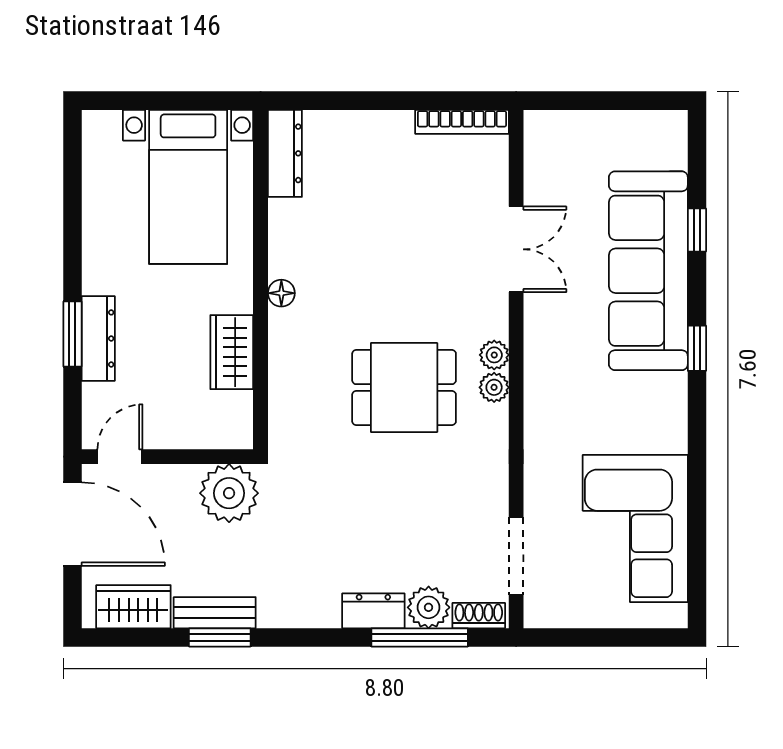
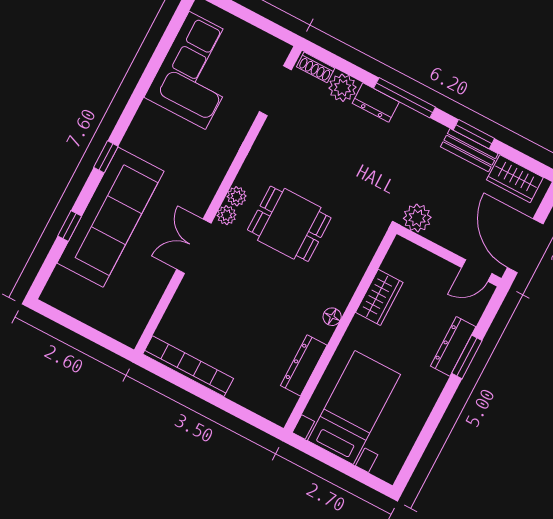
bookcase: (462, 122) -> (188, 366), width x1.48, depth x1.31
dresser: (285, 153) -> (304, 365), moved
double door: (516, 249) -> (194, 246), moved
plant: (229, 493) -> (417, 218), width x0.73, depth x0.73
window: (420, 637) -> (404, 98), moved

